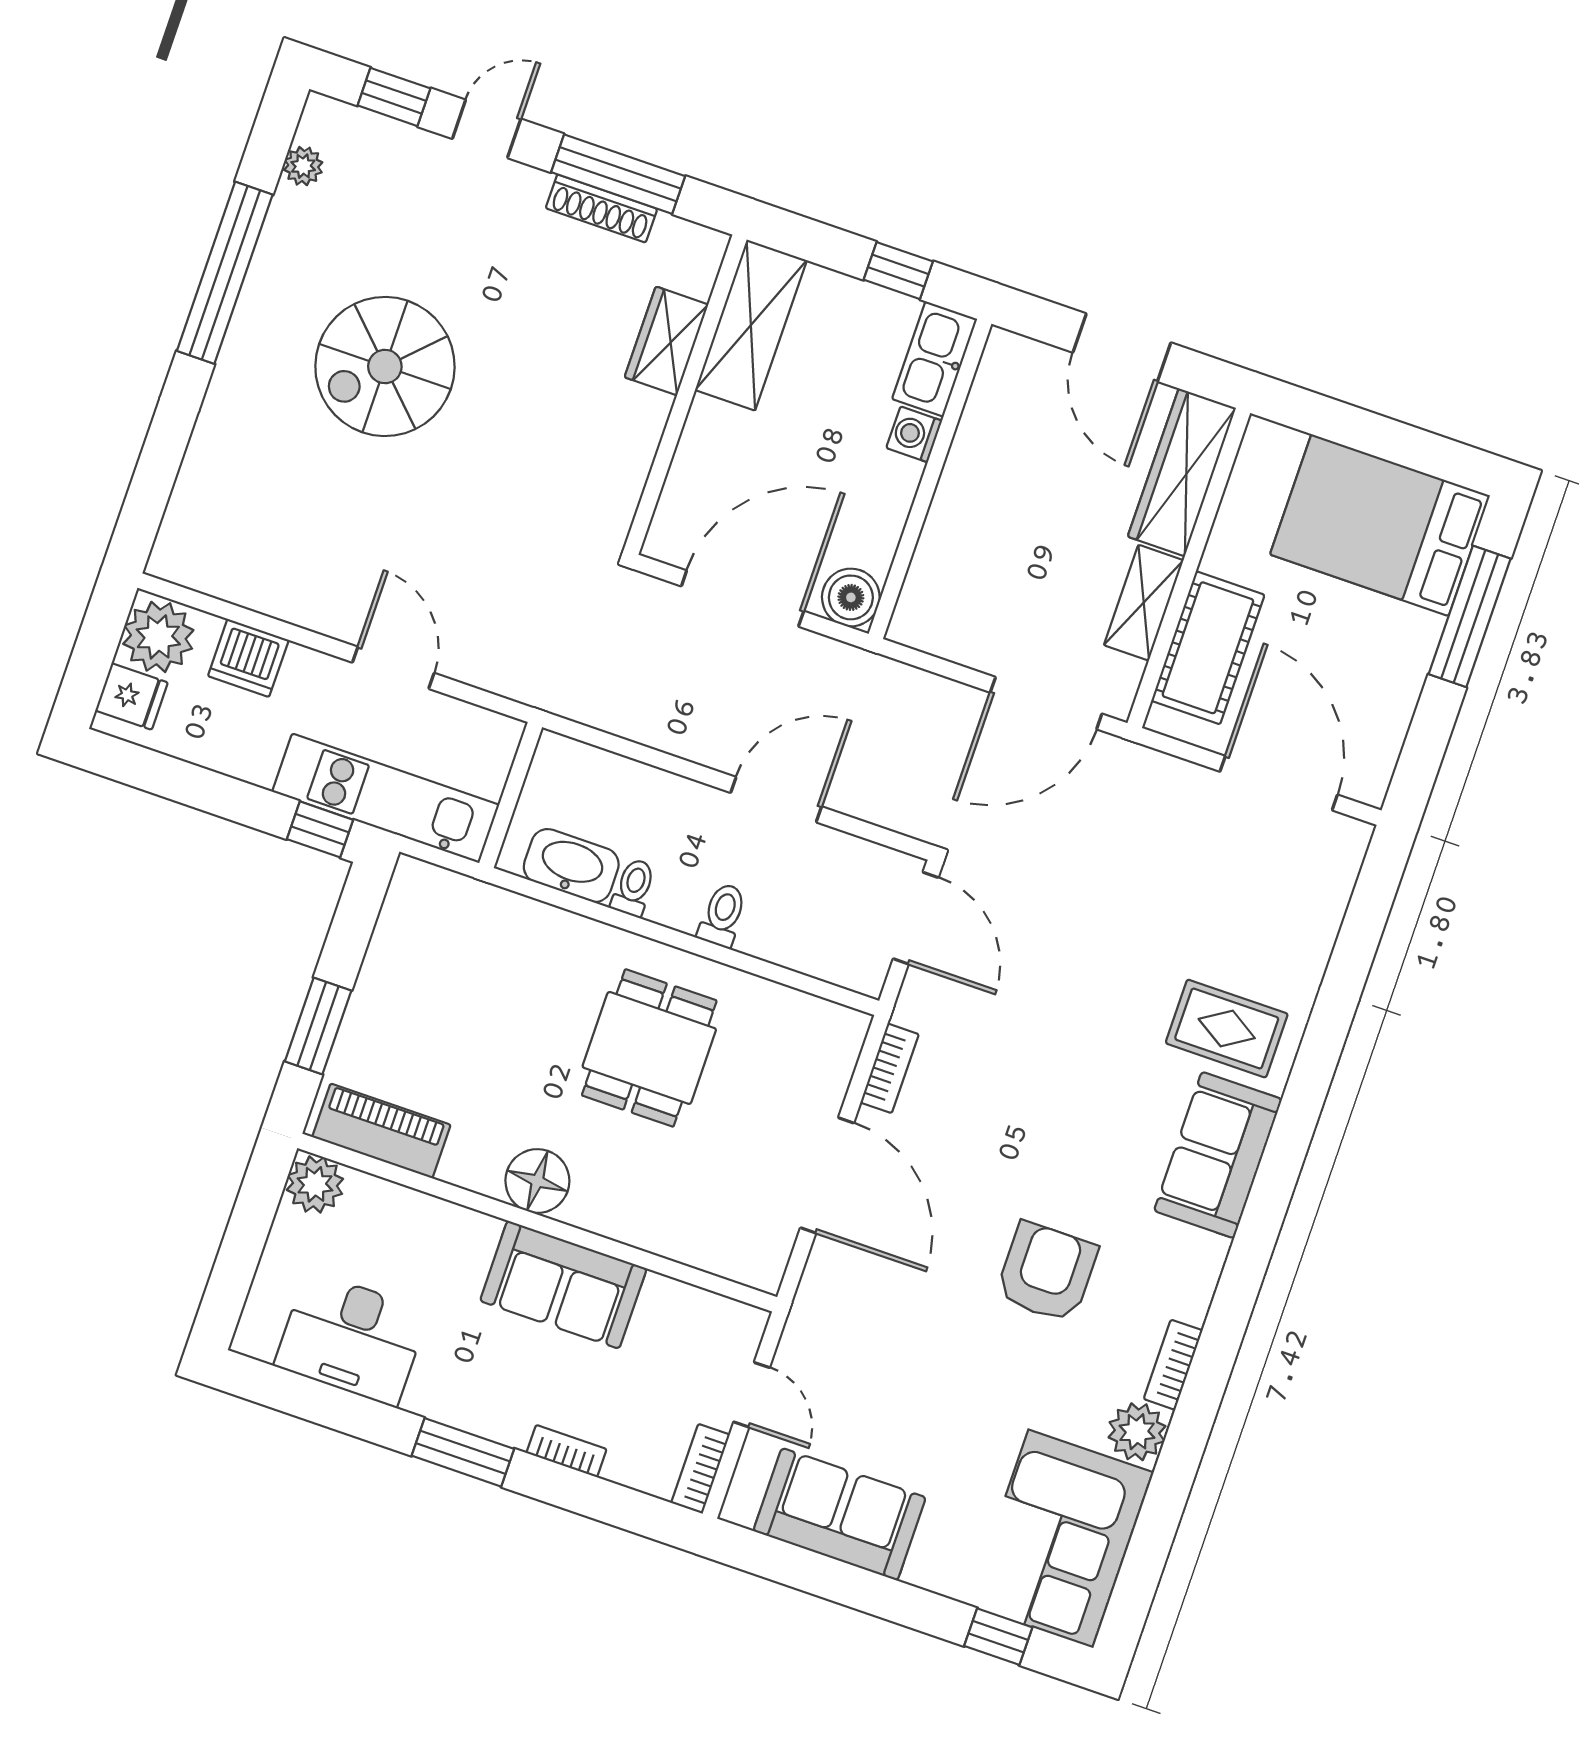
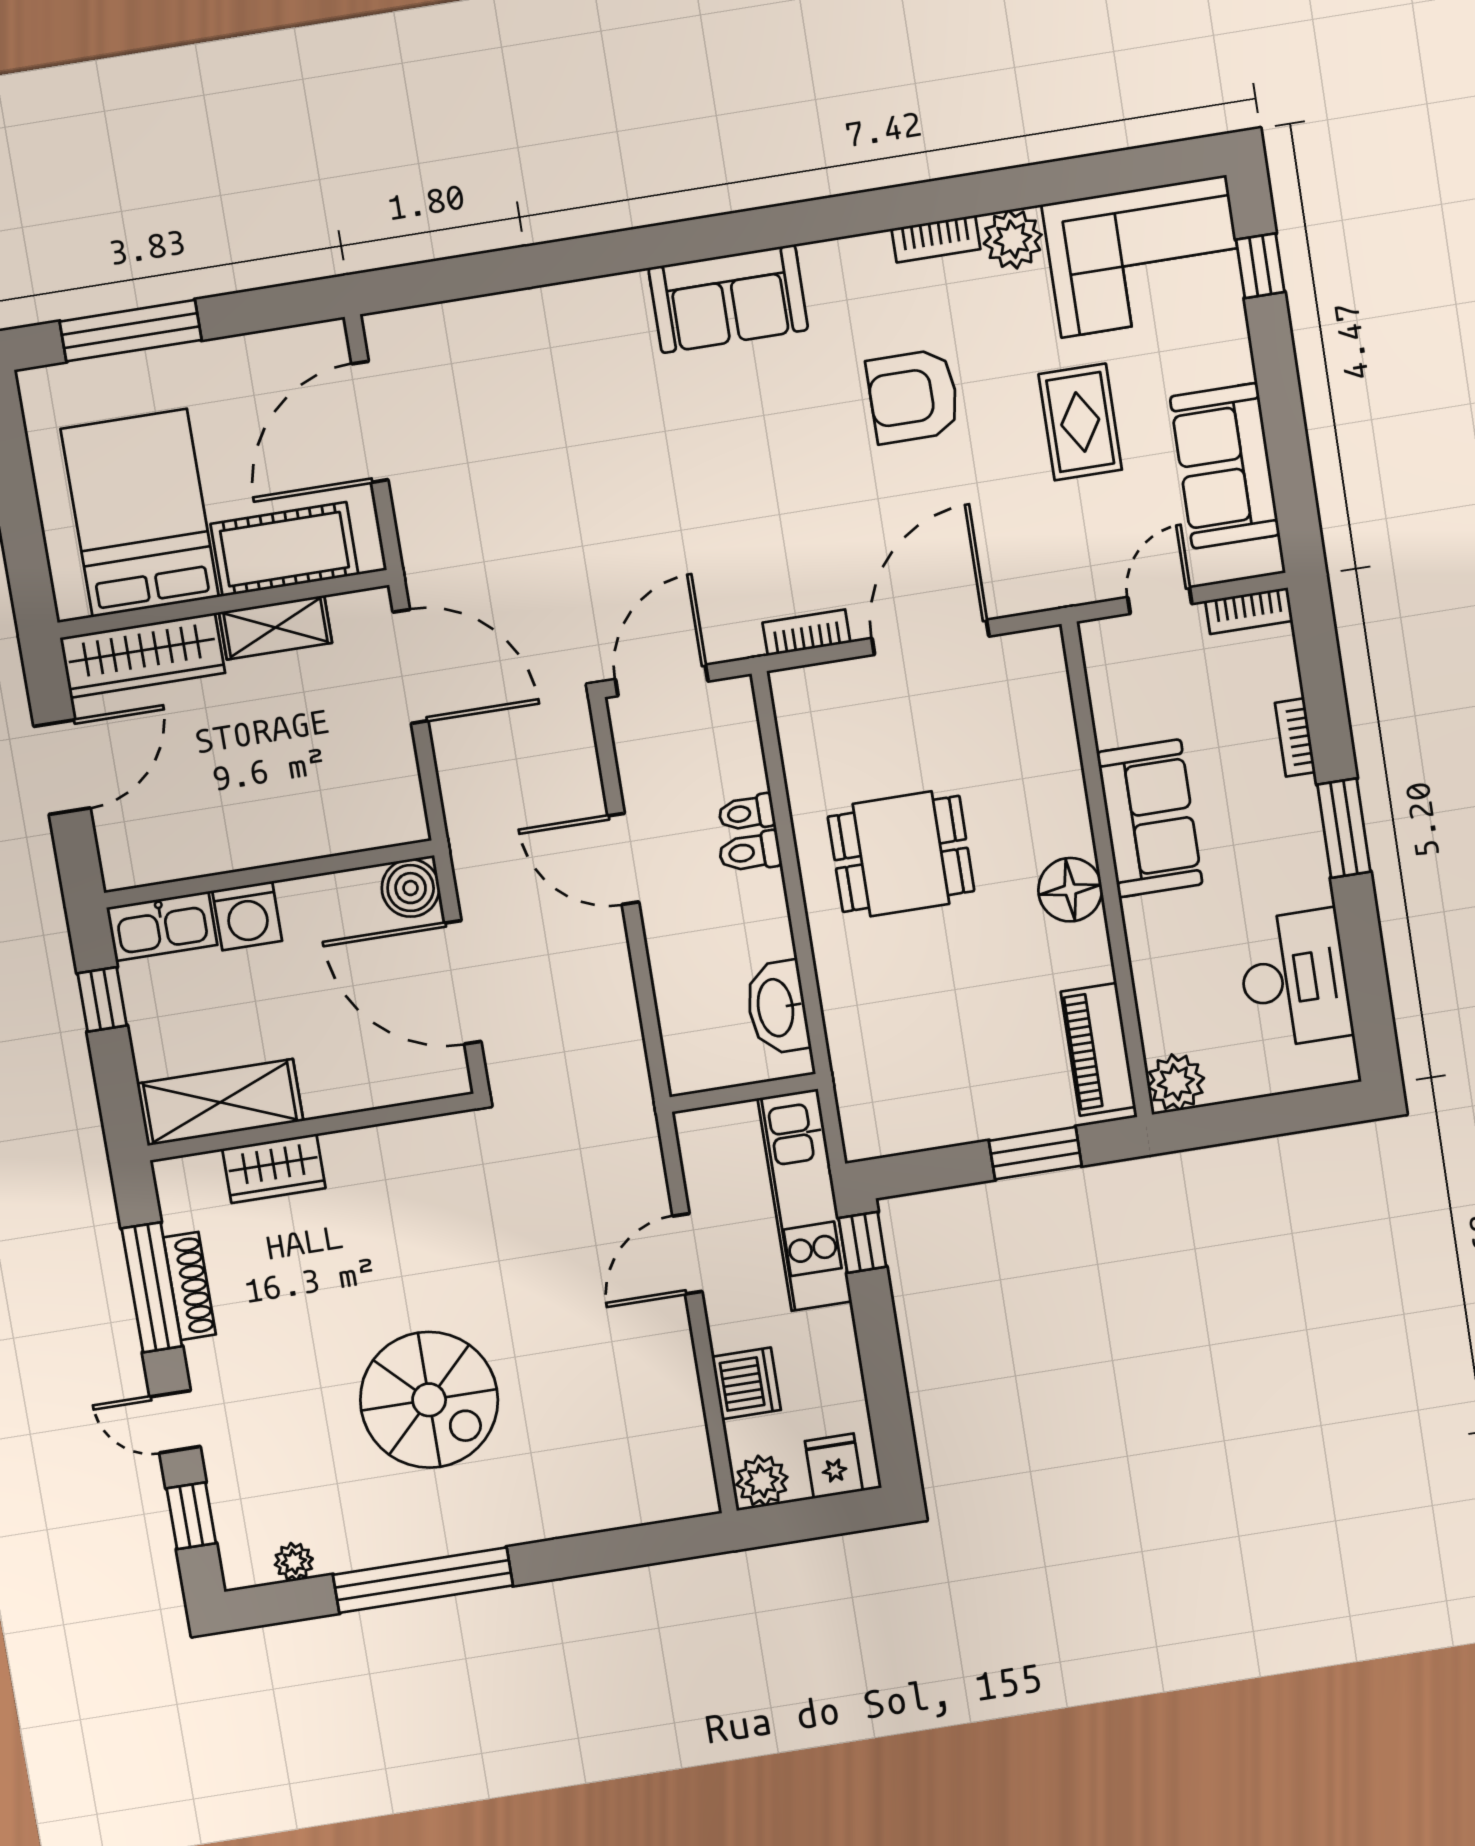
washing machine: (914, 434) -> (247, 916), width x1.38, depth x1.38
bed: (1380, 525) -> (140, 513), moved, turned 180
plant: (158, 637) -> (762, 1481), width x0.73, depth x0.73
toilet: (634, 888) -> (747, 813), moved
rug: (1227, 1029) -> (1080, 422), moved

